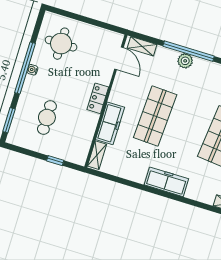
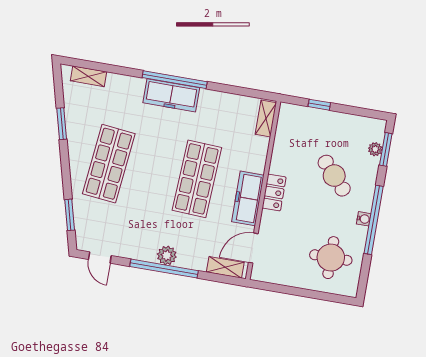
door: (119, 58) -> (253, 248), hinge flipped
cafe table: (47, 117) -> (334, 176), moved, turned -42
plant: (17, 121) -> (375, 149), added
freezer: (110, 123) -> (248, 198), moved
window: (162, 193) -> (175, 80), added

